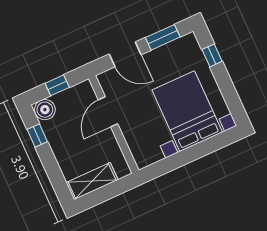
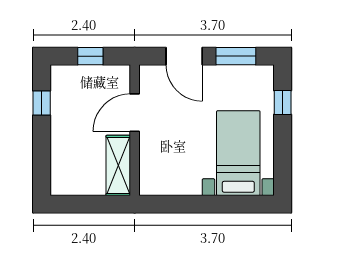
boiler: (45, 110) -> (64, 77), removed
bed with nightstands: (187, 111) -> (238, 153), width x0.73
shelving: (92, 181) -> (118, 165), moved, turned 90

